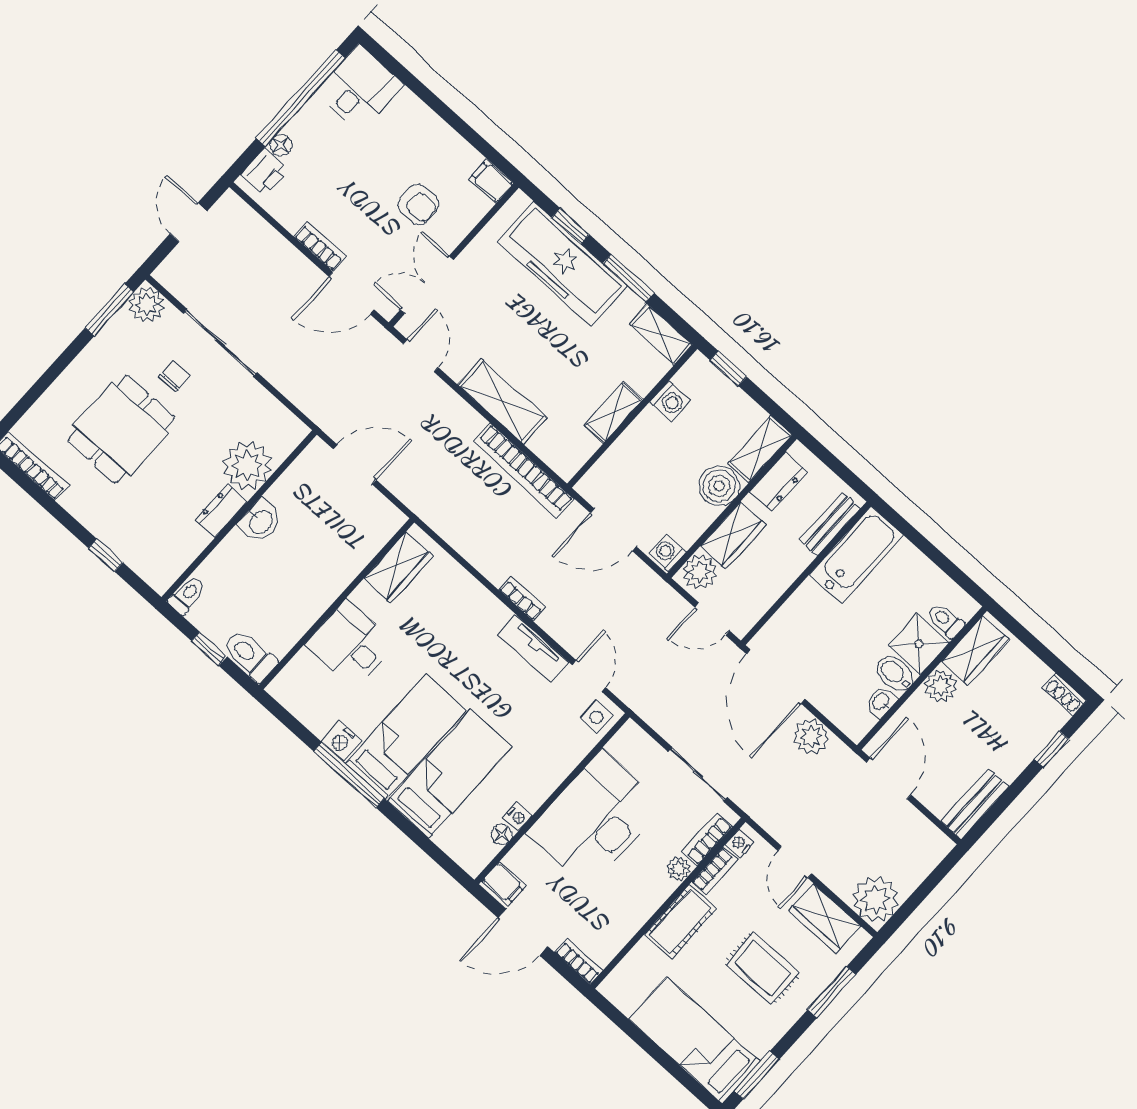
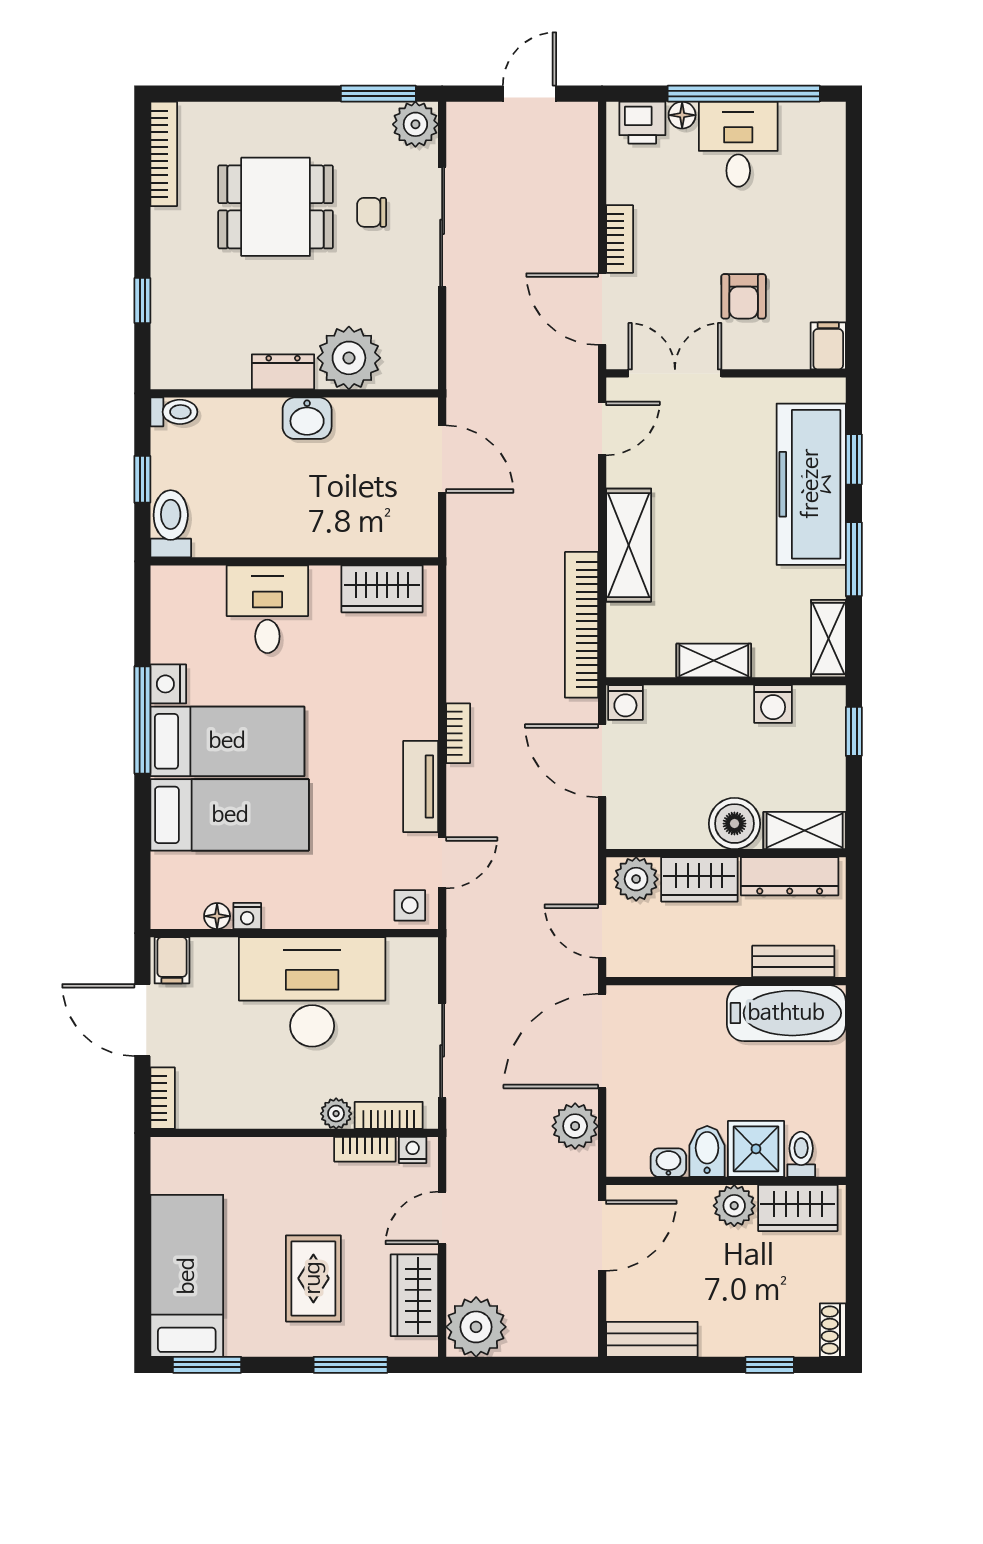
desk: (360, 88) -> (738, 144), moved, turned -90
chair: (175, 376) -> (372, 212), turned 180
dresser: (779, 481) -> (790, 876), width x1.44
washing machine: (667, 553) -> (625, 703), moved, turned 180
cot: (680, 922) -> (287, 1161), removed

